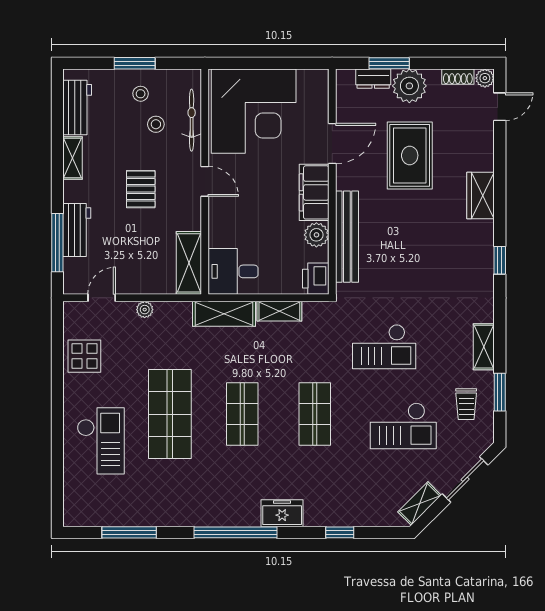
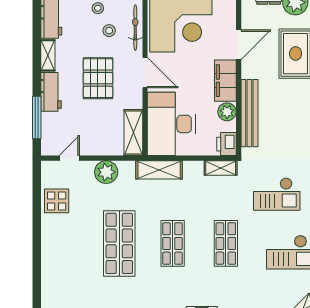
door: (205, 181) -> (145, 73), width x1.38
pallet: (141, 189) -> (98, 78), width x1.50, depth x1.42
workbench: (77, 230) -> (51, 92), moved
desk: (233, 271) -> (171, 124), width x1.87, depth x1.30
plant: (145, 310) -> (106, 172), width x1.88, depth x1.88
shelving: (279, 311) -> (221, 168), moved
checkout: (101, 441) -> (69, 263), removed

